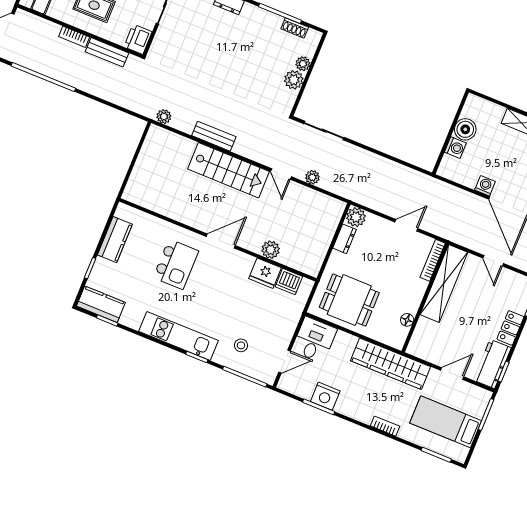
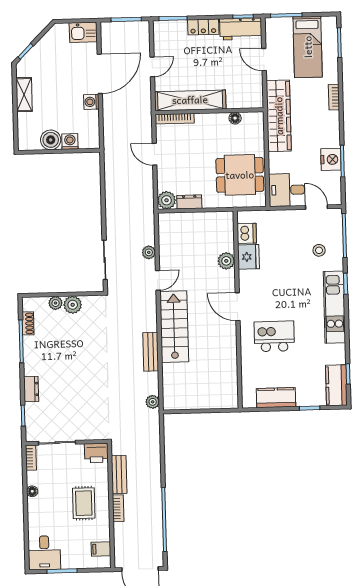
dining table: (349, 300) -> (240, 175), turned 90

